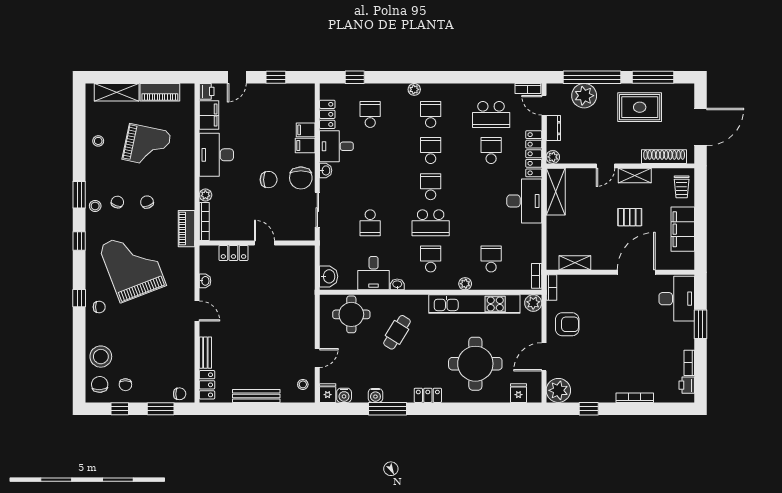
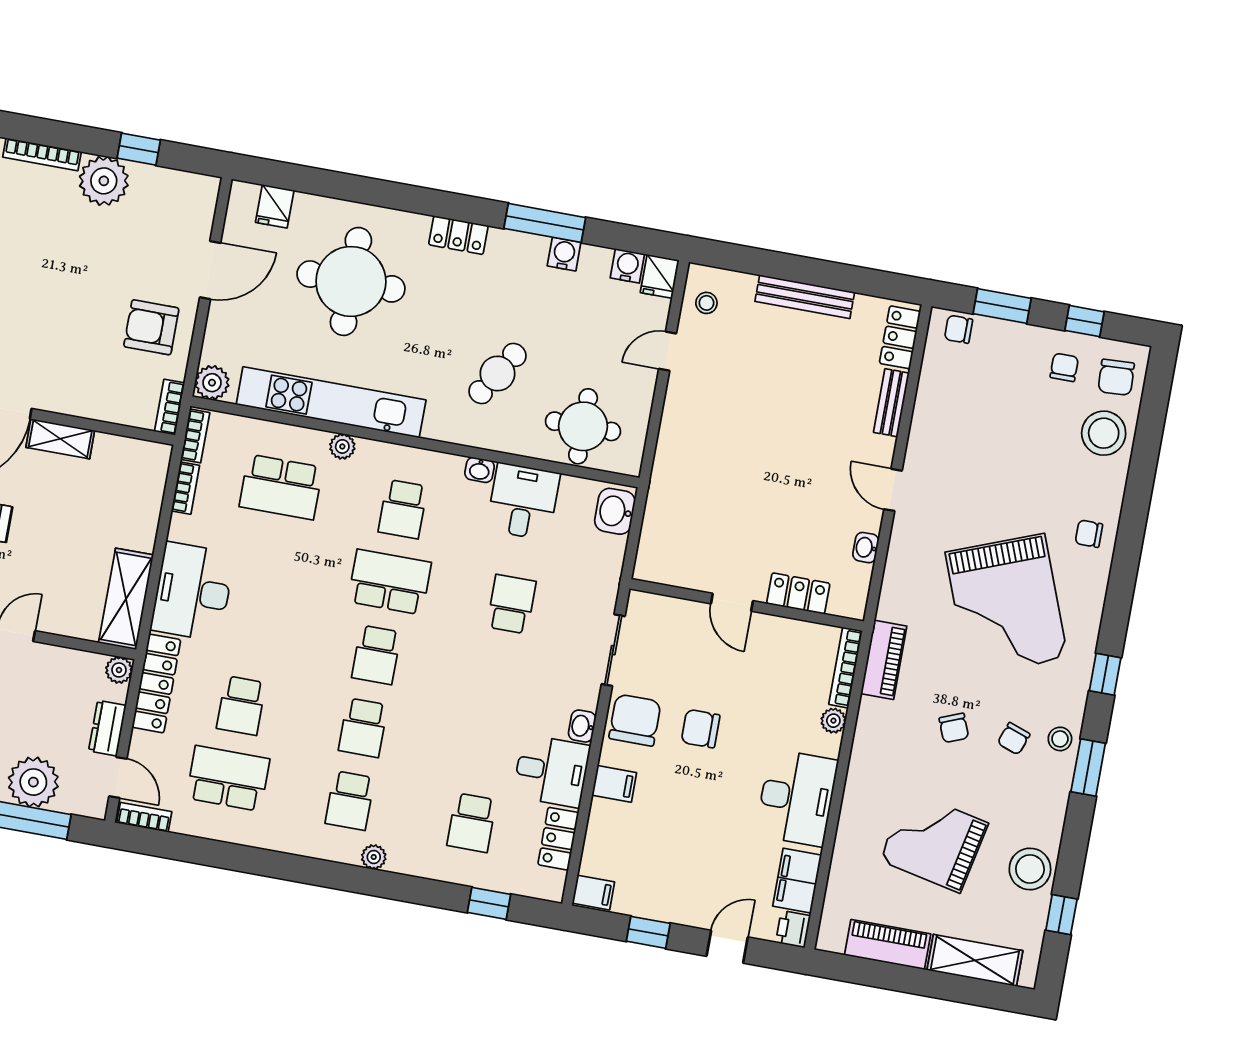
filing cabinet: (306, 130) -> (593, 893), moved
stool: (98, 141) -> (1030, 869), width x1.89, depth x1.89
bookcase: (537, 250) -> (185, 488), added
school desk: (491, 259) -> (281, 487), width x1.85
shelving: (575, 263) -> (60, 439), moved
window: (79, 298) -> (1061, 915), moved
plant: (558, 390) -> (104, 181), moved

